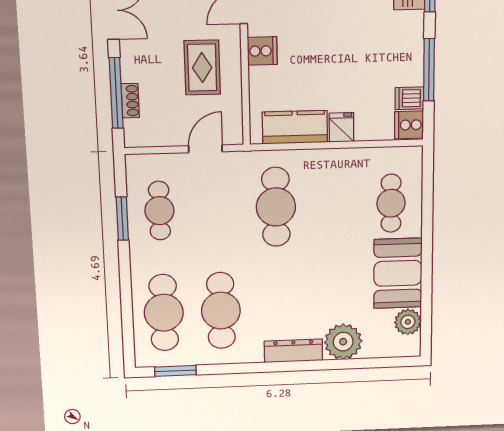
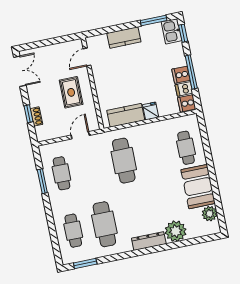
cooker: (262, 51) -> (181, 75), moved, turned 180
window: (116, 93) -> (29, 114), width x0.46
cafe table: (164, 313) -> (73, 231), width x0.73, depth x0.74

